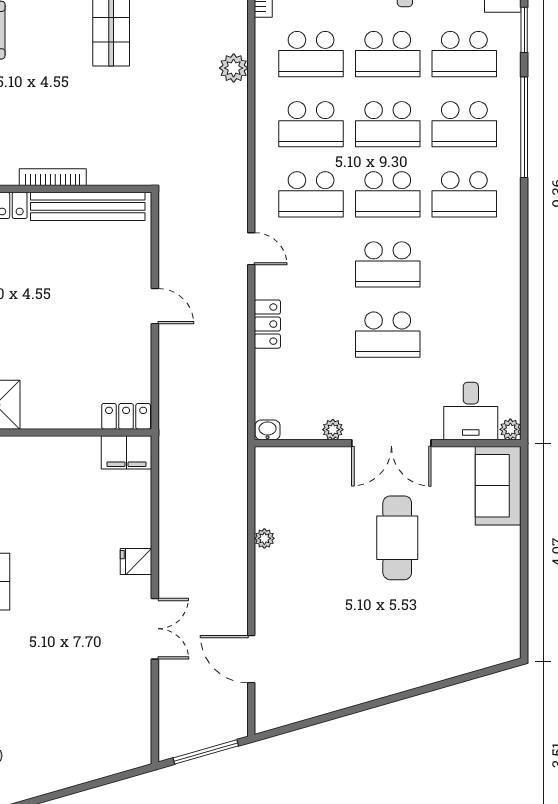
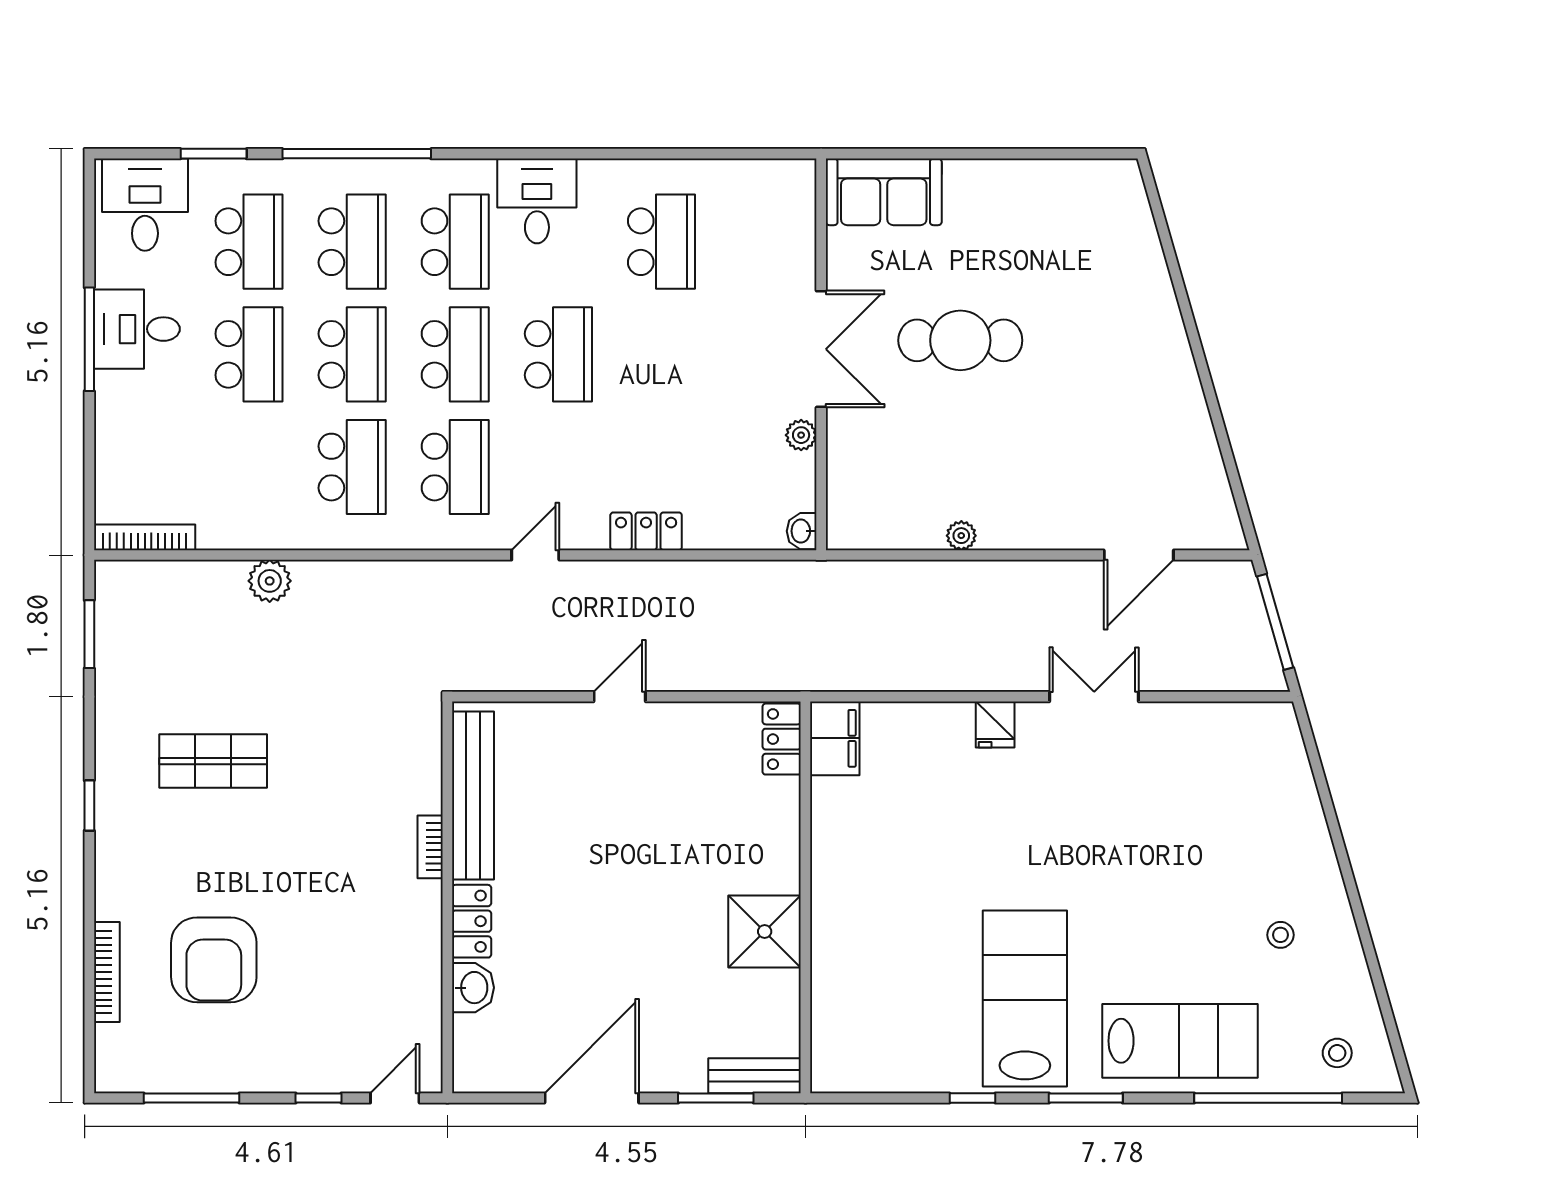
school desk: (311, 54) -> (249, 467), removed
bookcase: (53, 177) -> (430, 847), width x0.64
school desk: (388, 335) -> (661, 242), moved
desk: (471, 411) -> (537, 201), moved, turned -90
plant: (510, 429) -> (801, 174), removed

